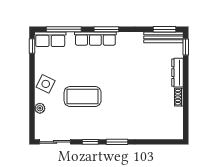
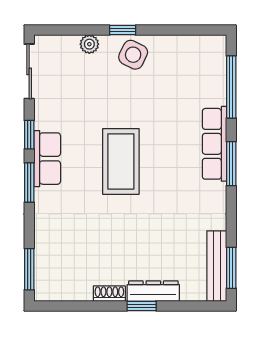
row of seats: (50, 39) -> (47, 159), moved, turned 180
window: (32, 46) -> (123, 30), moved
window: (186, 47) -> (142, 306), moved
coffee table: (83, 97) -> (121, 161), moved
window: (165, 142) -> (29, 269), added

